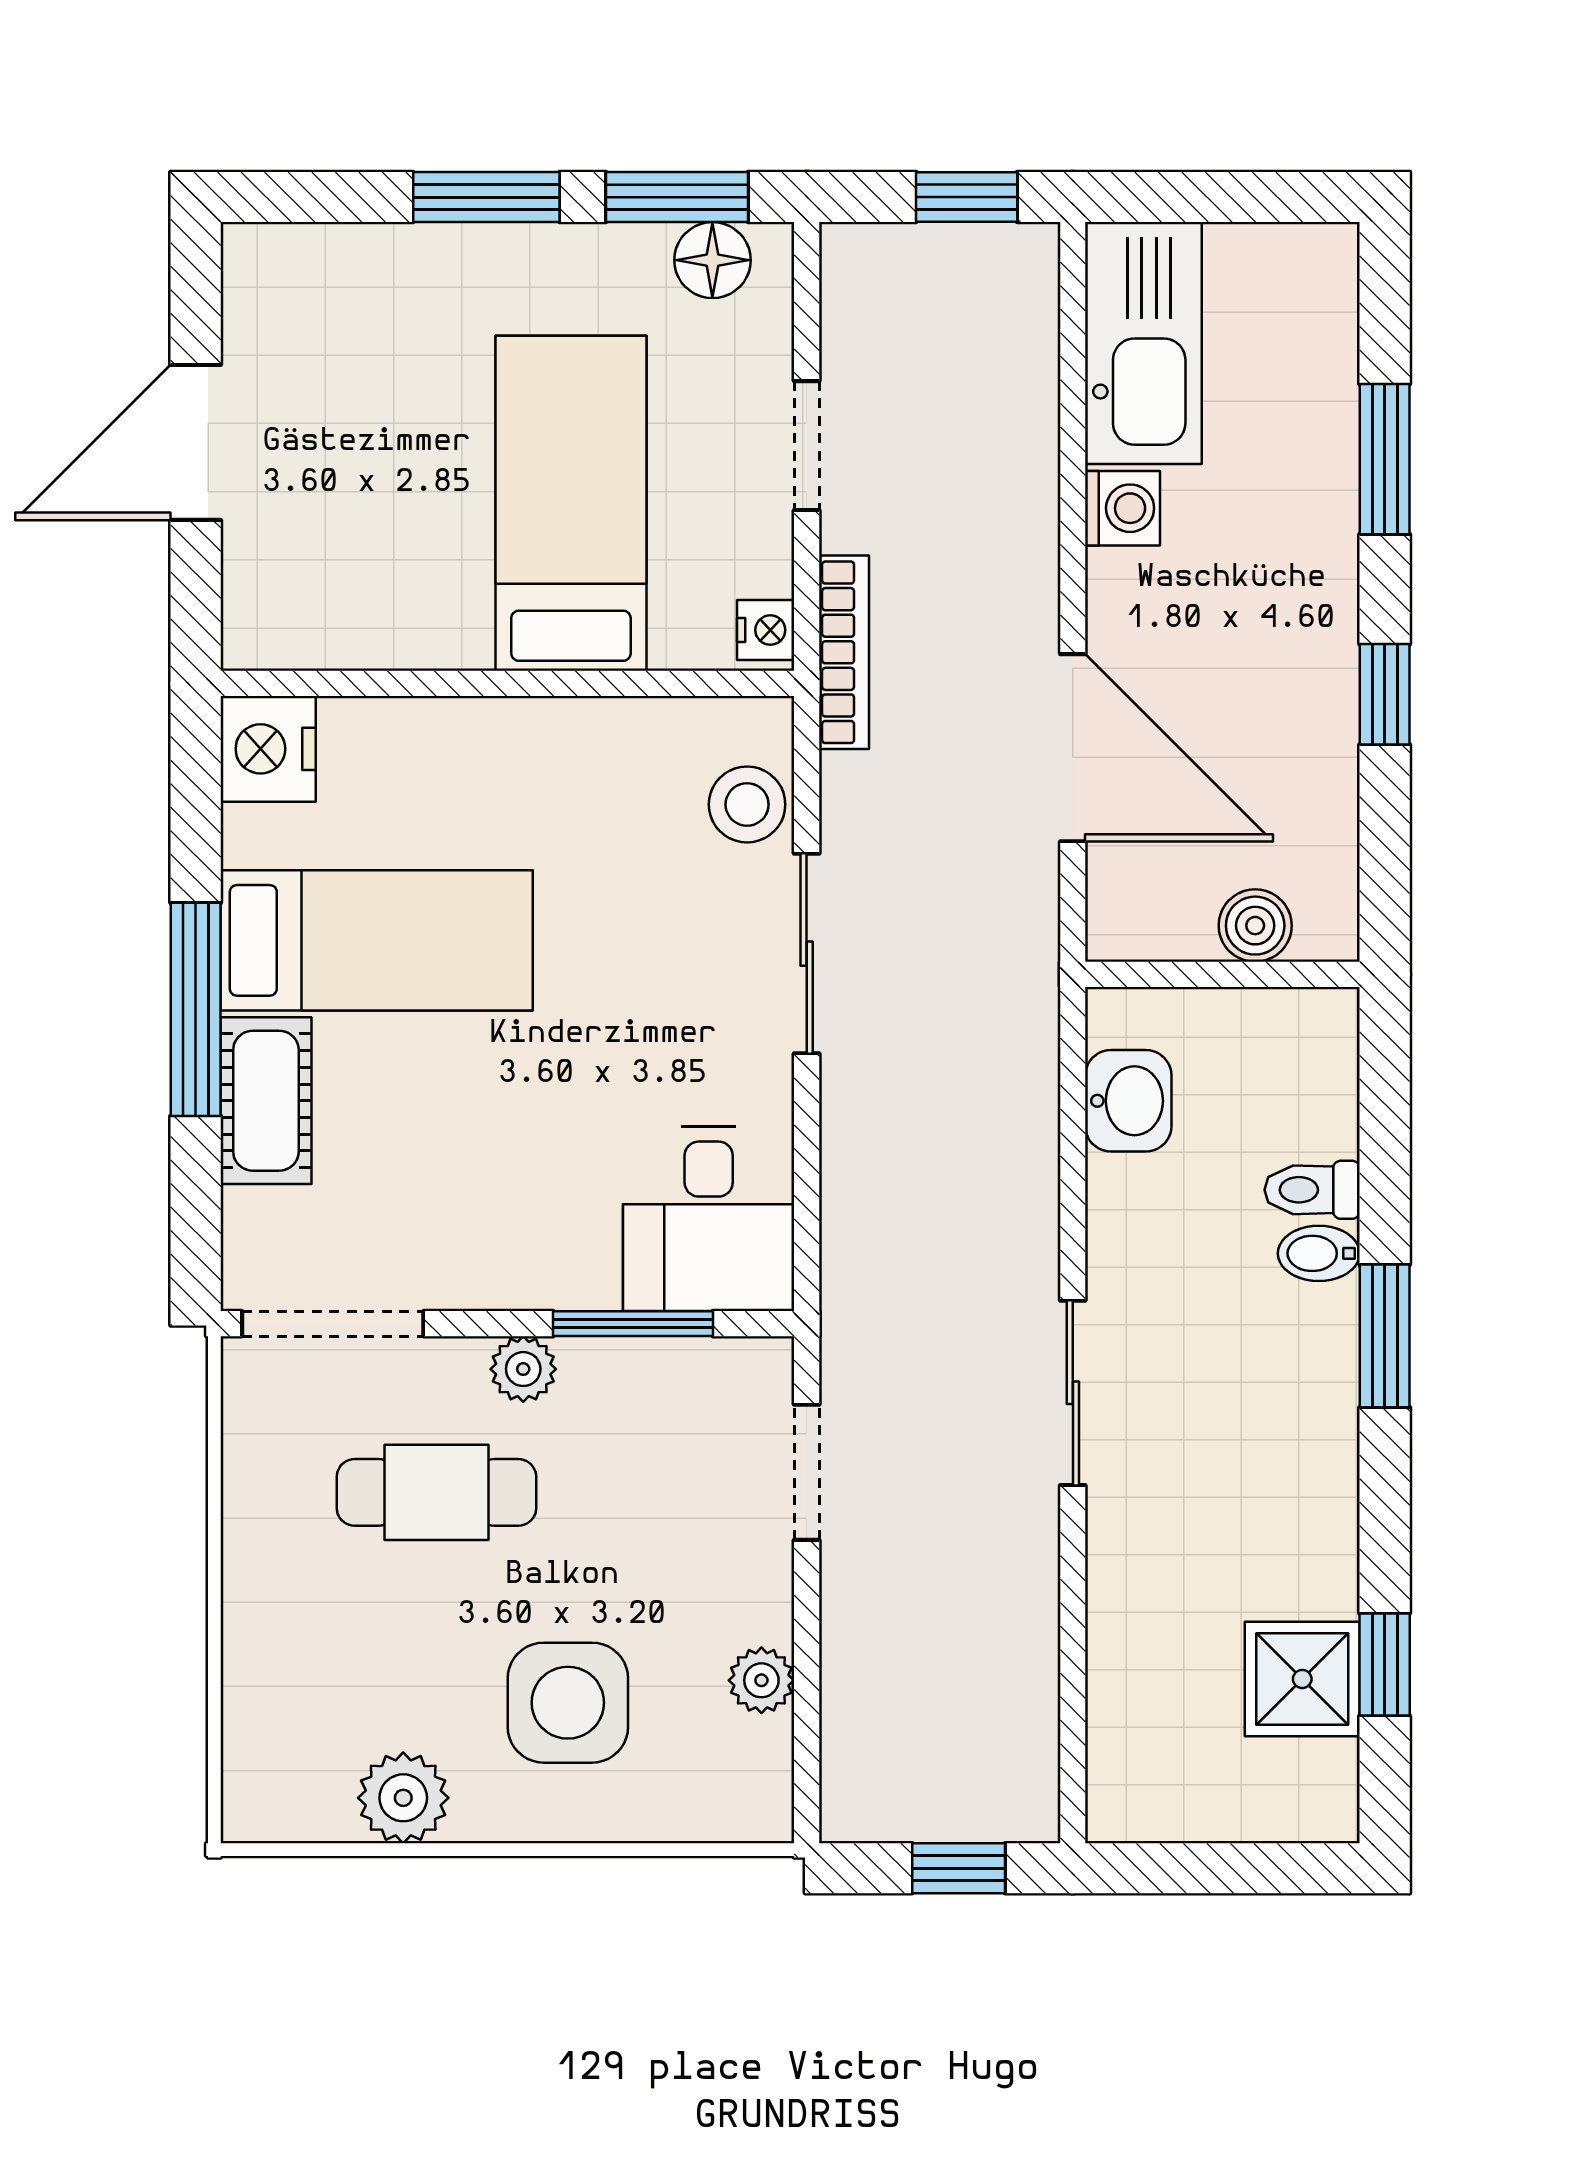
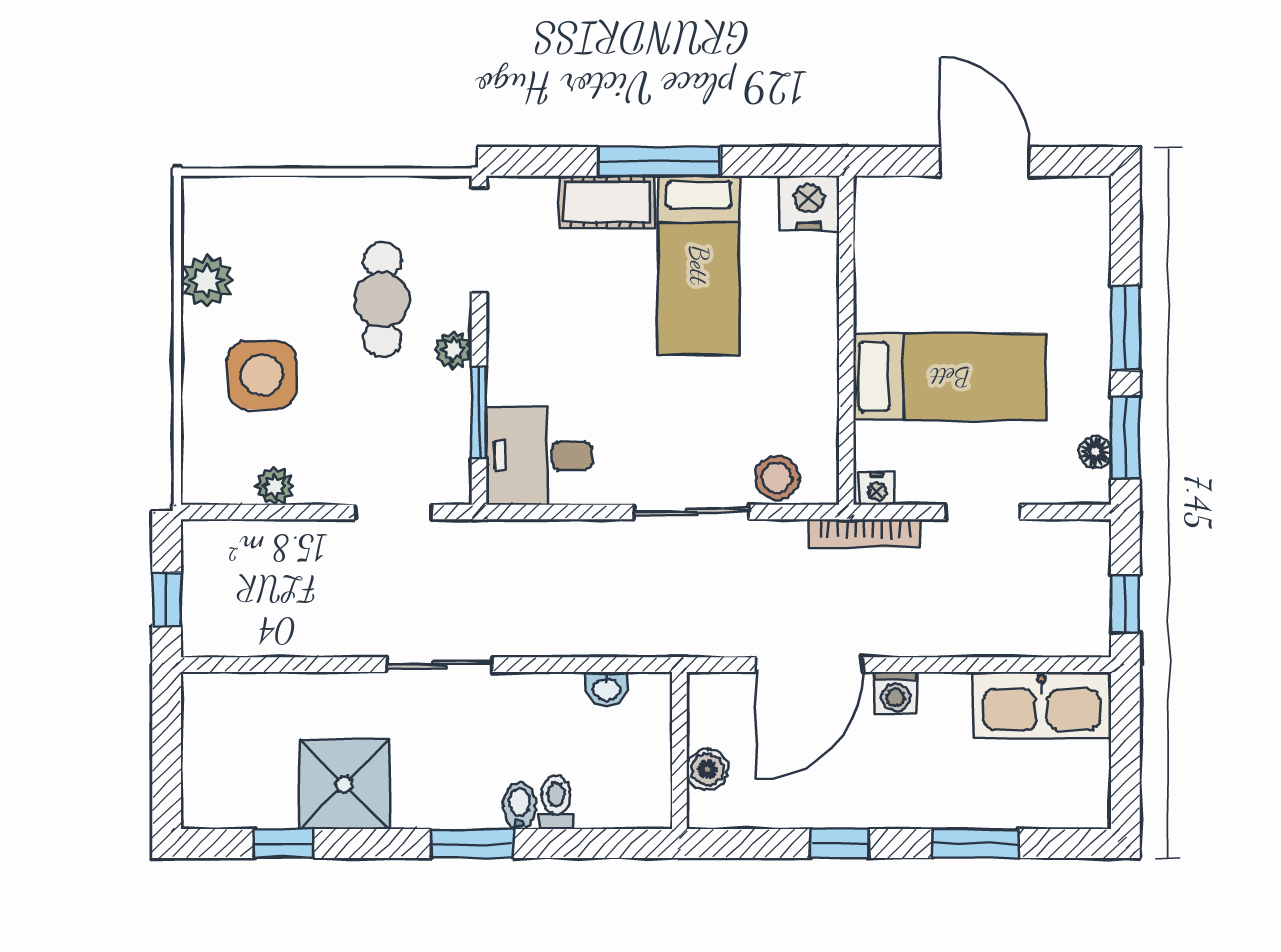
floor lamp: (712, 260) -> (1095, 452), width x0.73, depth x0.73
washing machine: (1123, 508) -> (895, 693), moved
washbasin: (1128, 1101) -> (607, 689), width x0.72, depth x0.69
shower: (1302, 1679) -> (344, 784), moved, width x1.36, depth x1.36

